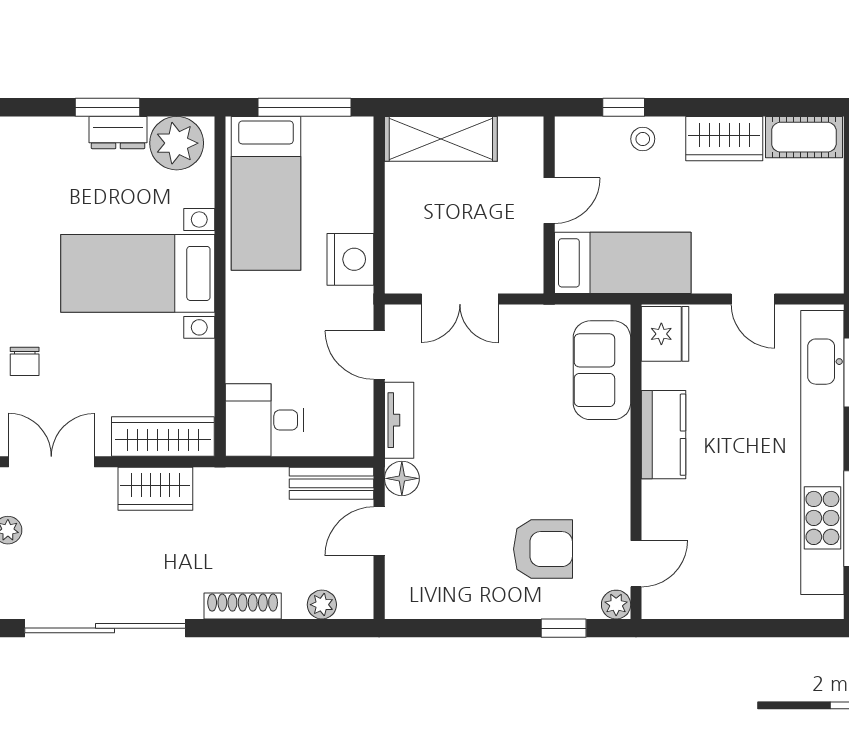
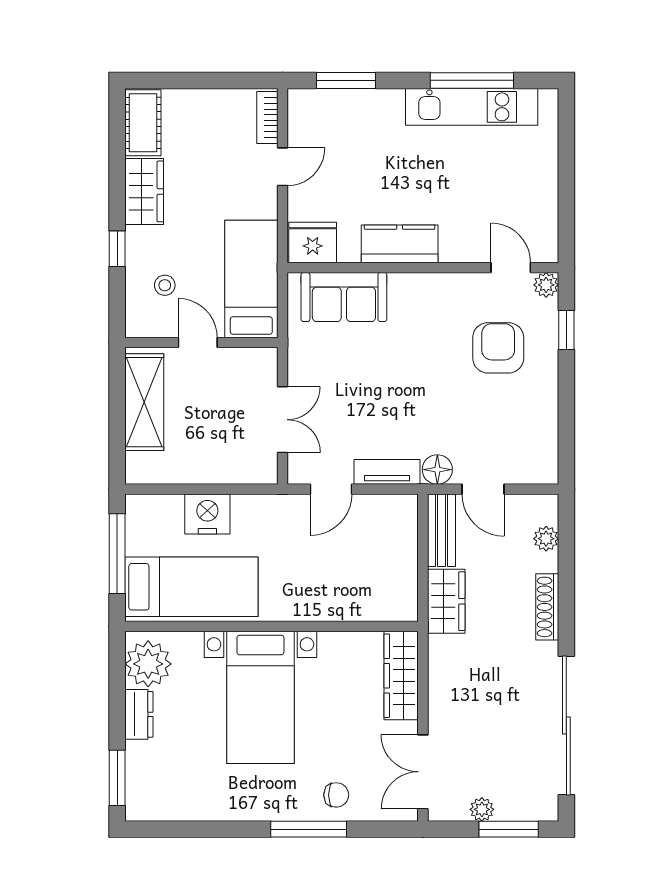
window: (107, 107) -> (117, 778), moved
window: (624, 107) -> (117, 249), moved
shelving: (441, 139) -> (144, 402), moved
stool: (643, 139) -> (165, 285), moved
nightstand: (350, 259) -> (207, 514), moved
bookcase: (810, 281) -> (267, 117), added
desk: (265, 420) -> (387, 588), removed
kitchen unit: (822, 453) -> (472, 107), width x0.54
wardrobe: (155, 489) -> (446, 601), moved

